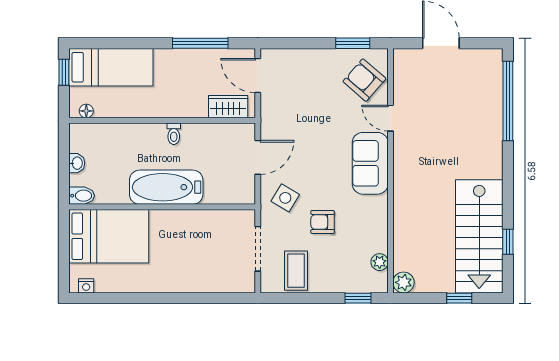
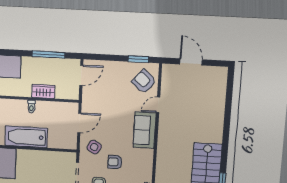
door: (258, 76) -> (81, 75), swing flipped
window: (508, 101) -> (229, 98), removed
wardrobe: (228, 107) -> (43, 91), moved
door: (391, 118) -> (158, 105), hinge flipped

